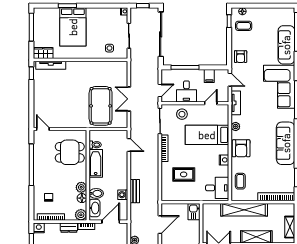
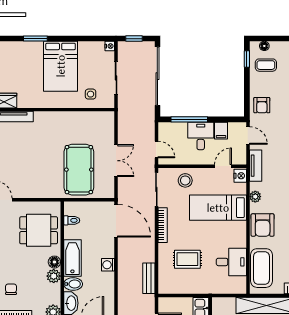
bed: (73, 27) -> (61, 66), moved
door: (160, 90) -> (156, 149), hinge flipped
desk: (186, 91) -> (201, 136), moved, turned 180
double door: (129, 99) -> (116, 161), swing flipped
door: (129, 145) -> (116, 221), width x1.87
nightstand: (224, 160) -> (240, 176), moved
bathtub: (96, 163) -> (72, 258), moved
coffee table: (240, 181) -> (261, 268), width x1.86, depth x1.72
desk: (217, 188) -> (231, 262), moved
bench: (135, 191) -> (149, 278), moved
washing machine: (123, 195) -> (108, 265), moved
floor lamp: (82, 198) -> (54, 262), moved

